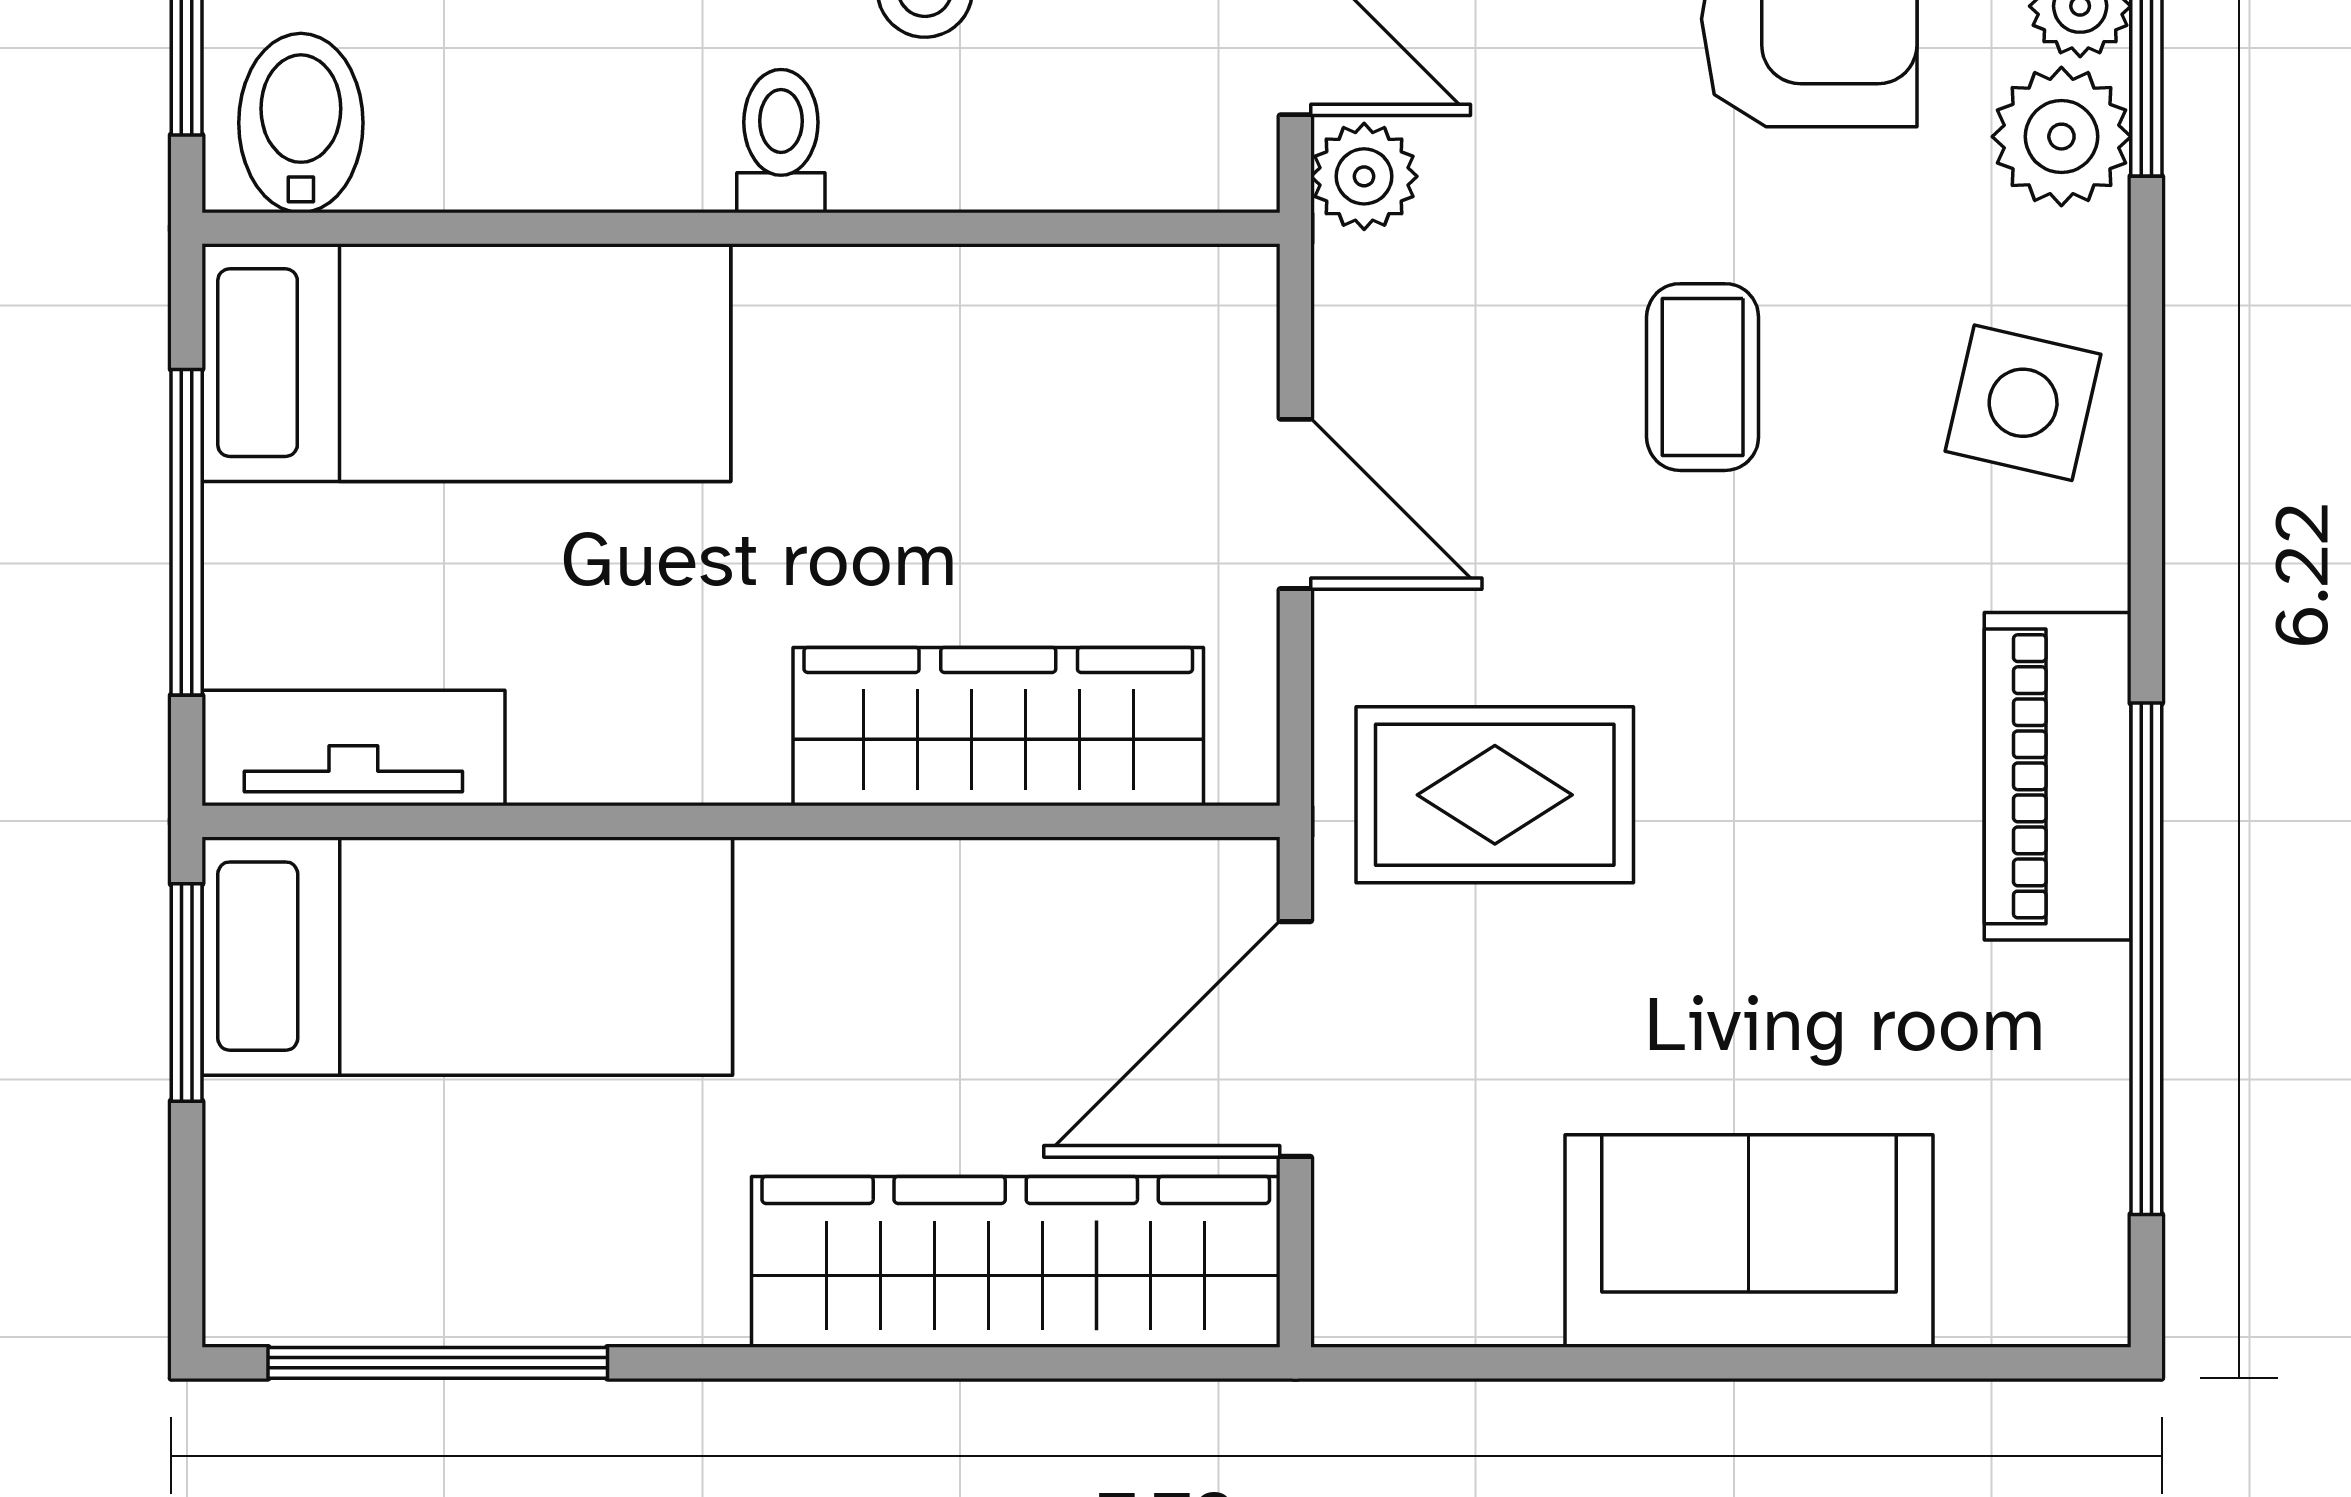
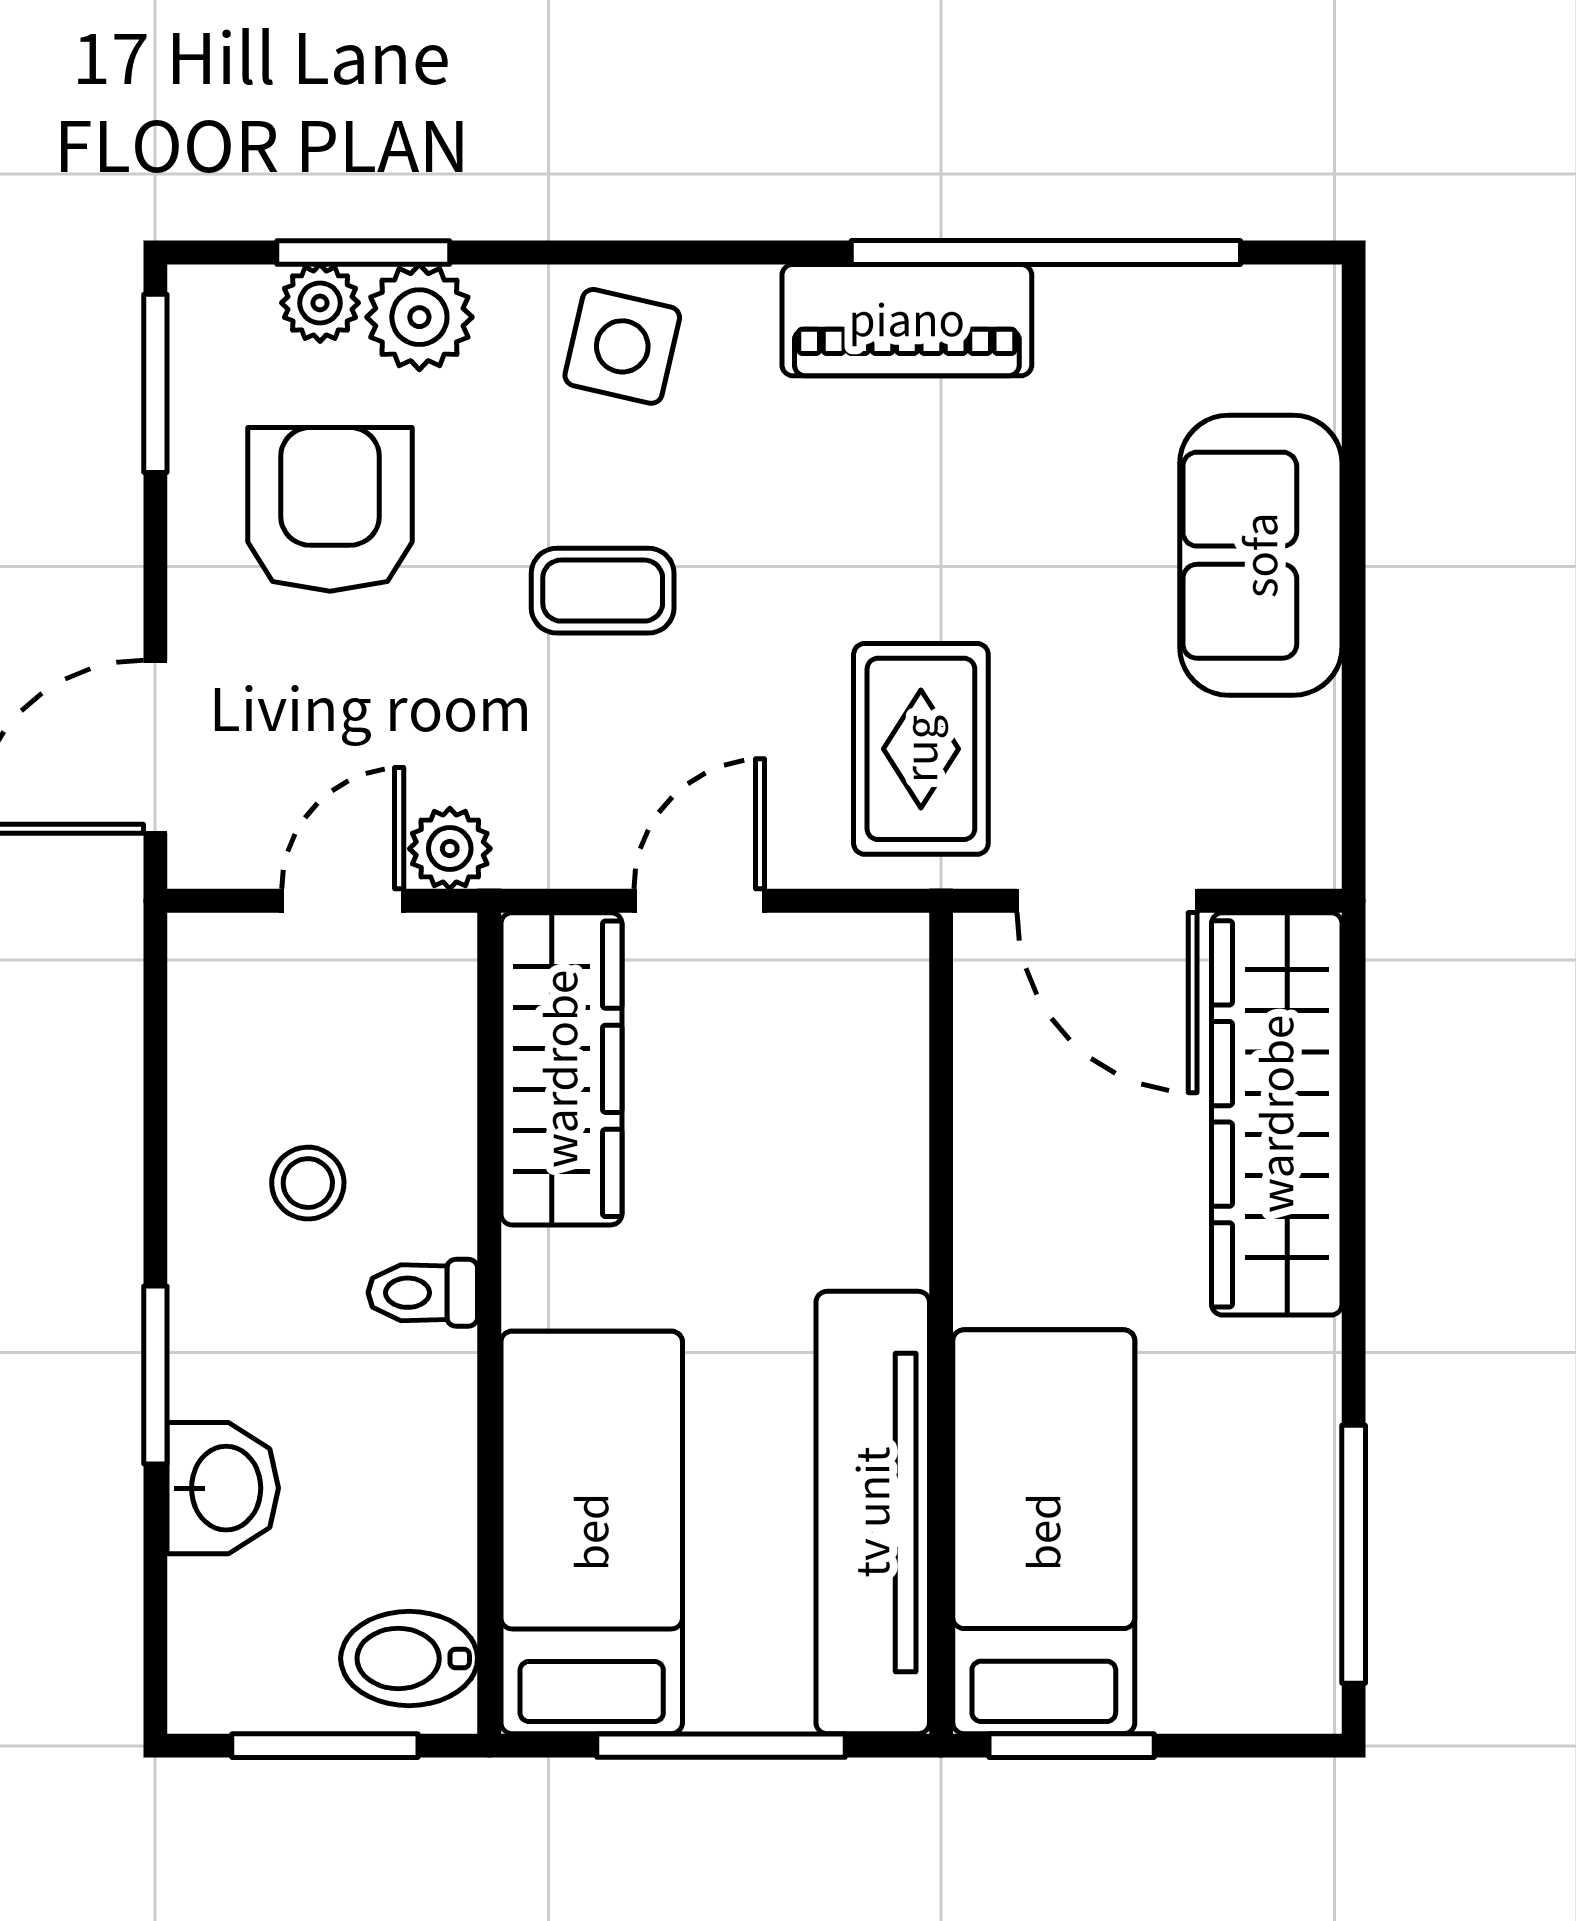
wardrobe: (998, 727) -> (561, 1069), moved, turned 180
tv unit: (353, 748) -> (873, 1512), width x1.92, depth x1.29

